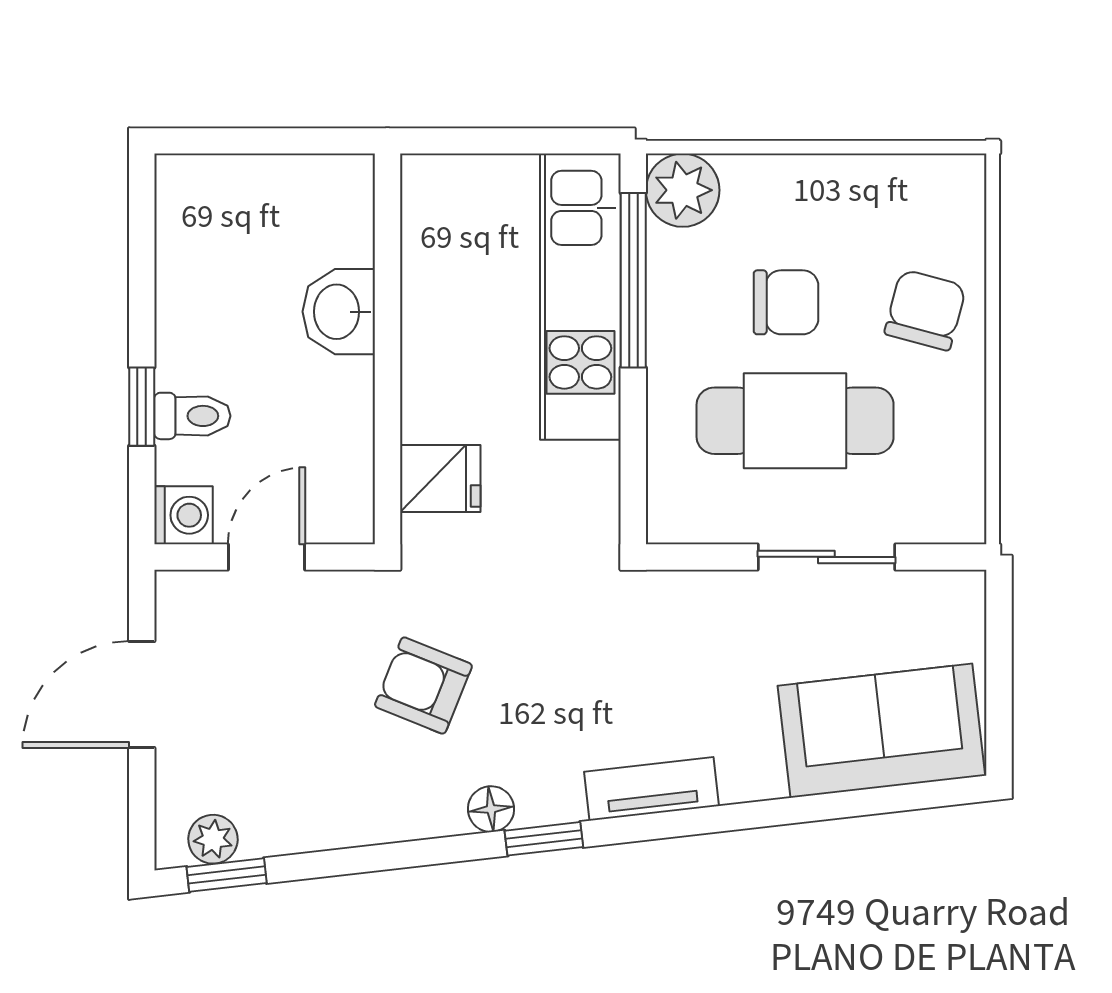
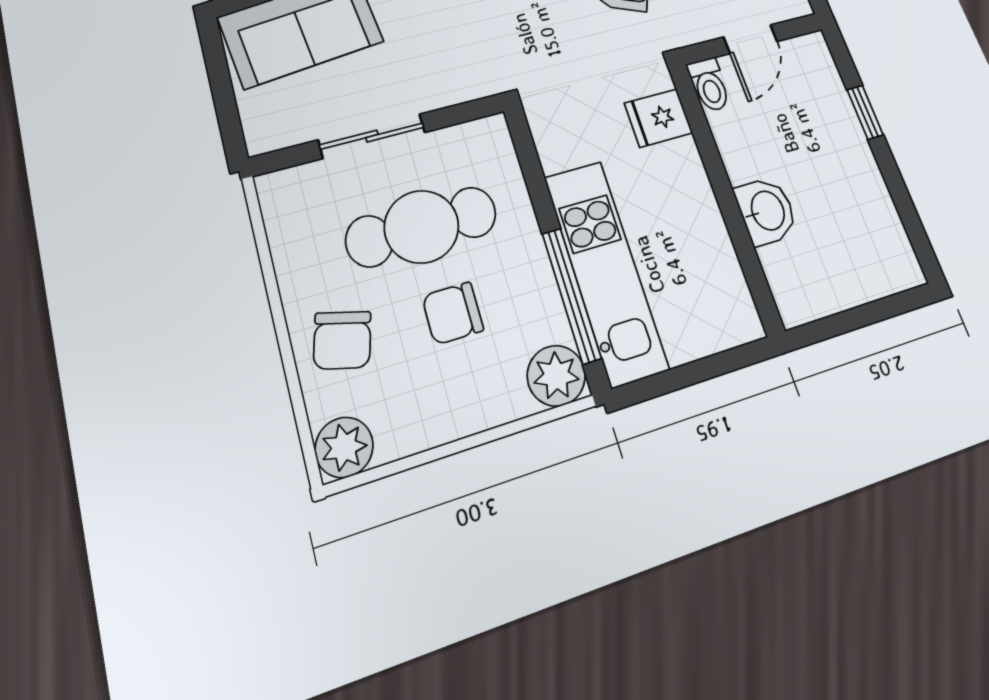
plant: (952, 187) -> (344, 447), added
toilet: (192, 416) -> (709, 85), moved, turned -90
washing machine: (183, 515) -> (811, 52), removed

